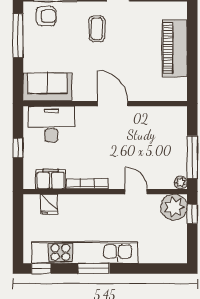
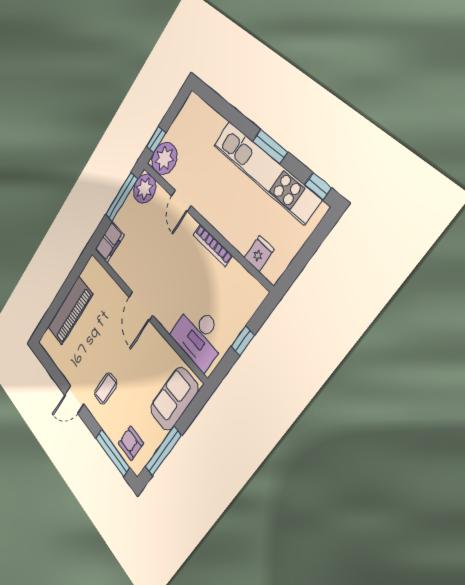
sofa: (47, 87) -> (174, 399), moved, turned 90
filing cabinet: (51, 179) -> (109, 242), moved, turned -90
plant: (181, 183) -> (145, 189), width x1.88, depth x1.88

